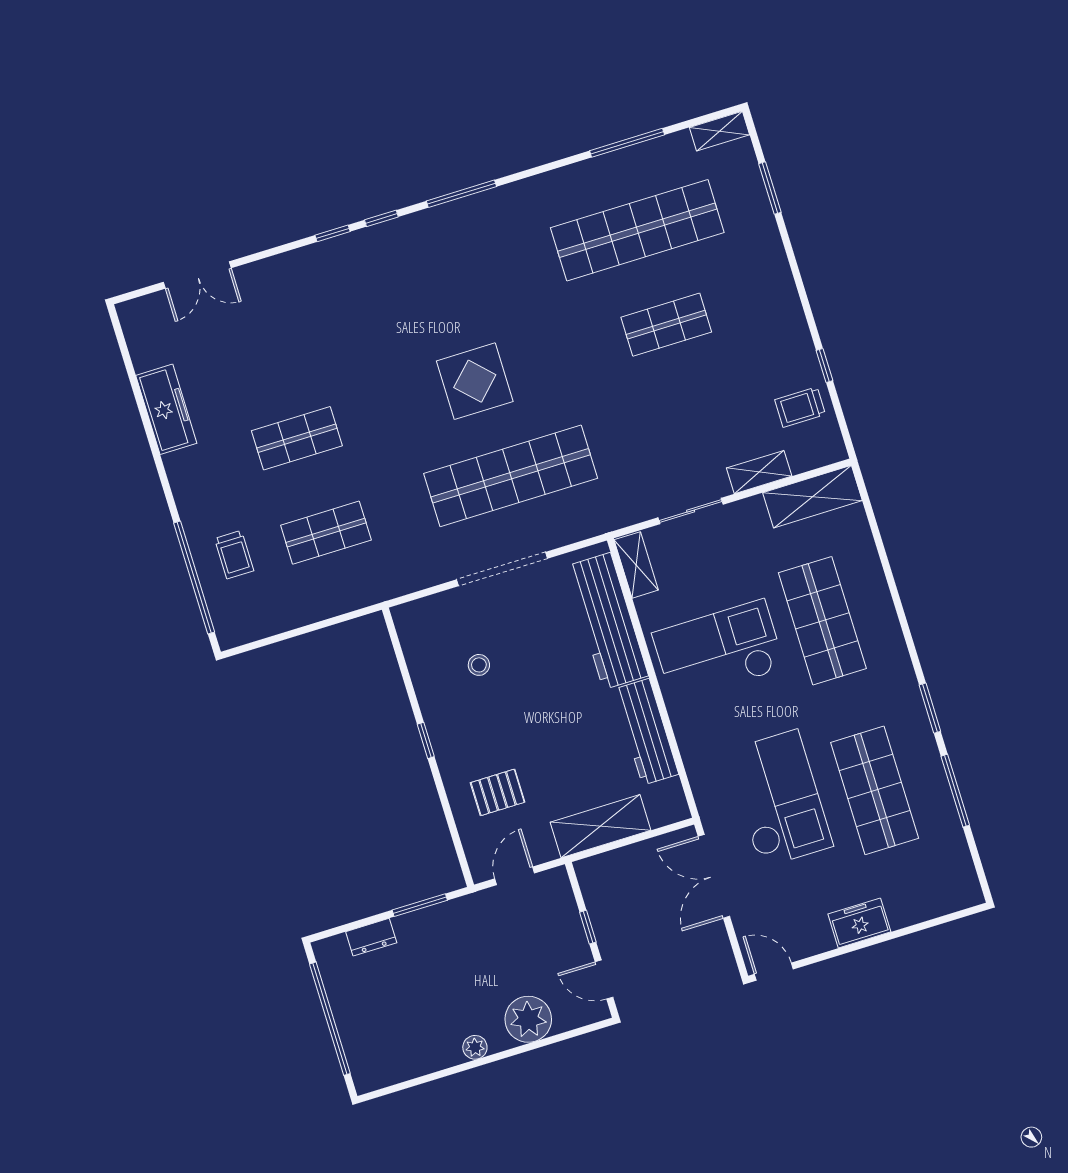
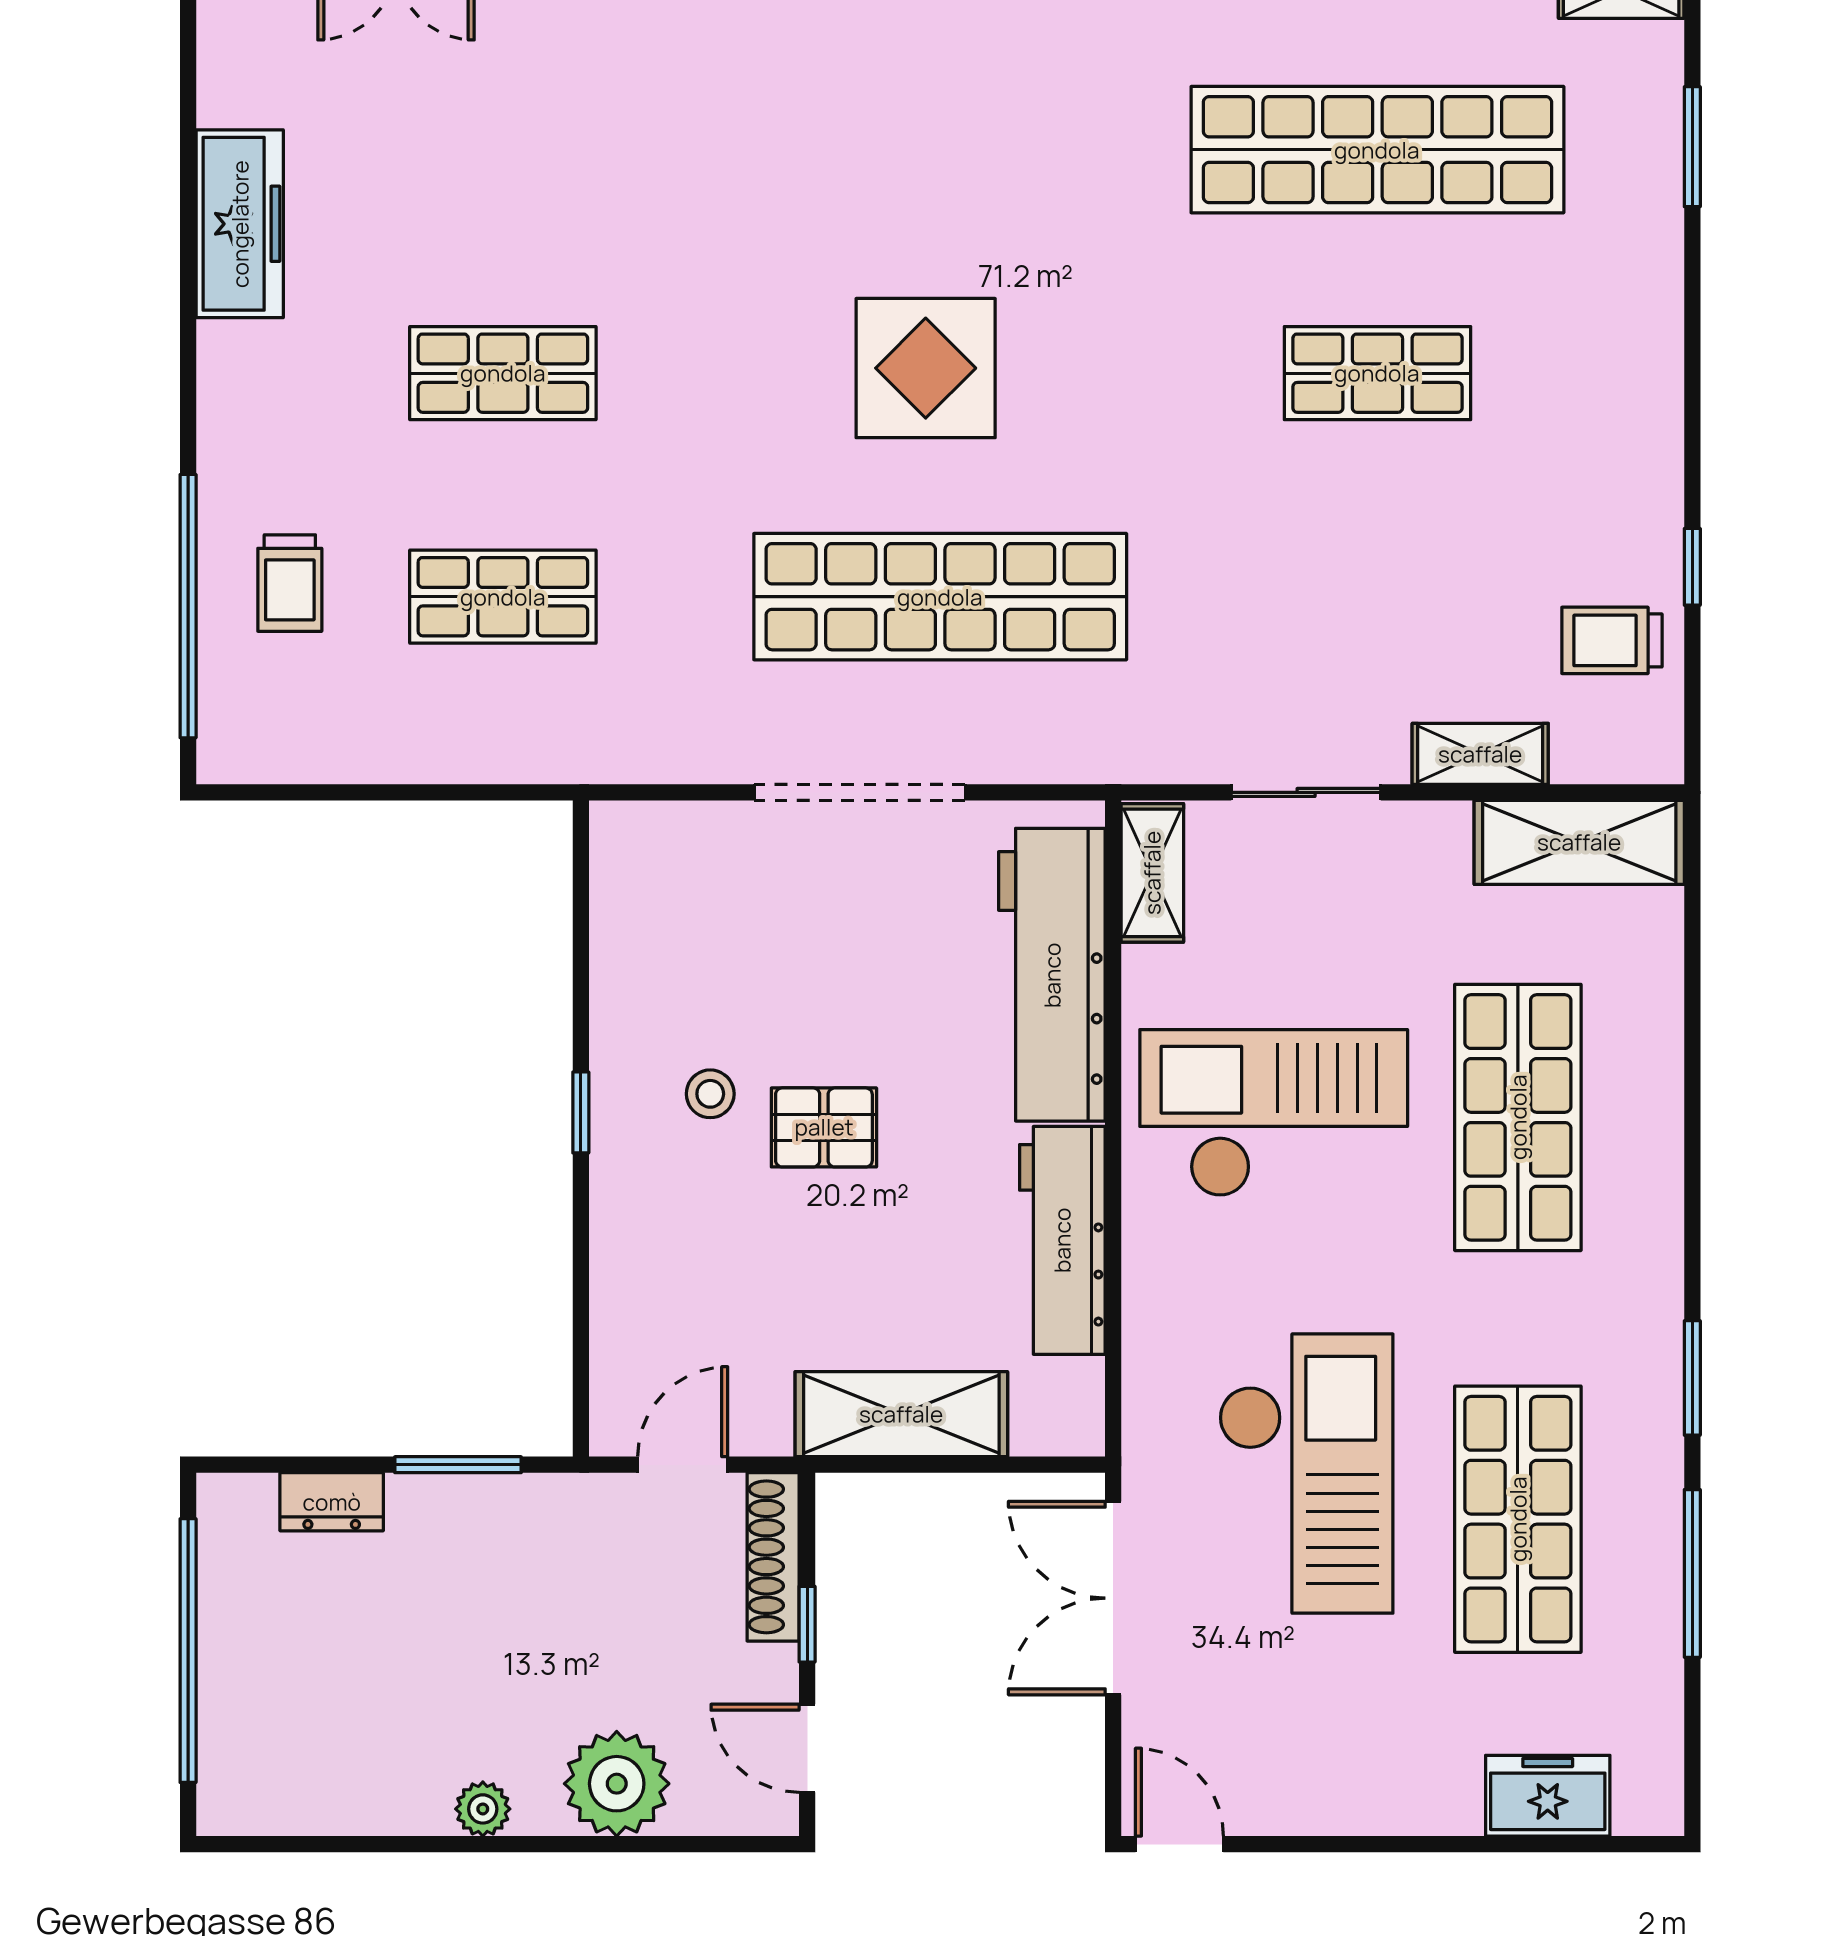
stool: (479, 665) -> (710, 1094), moved
pallet: (498, 792) -> (824, 1127), moved
shoe rack: (565, 903) -> (773, 1557), added
freezer: (859, 923) -> (1548, 1796), moved

